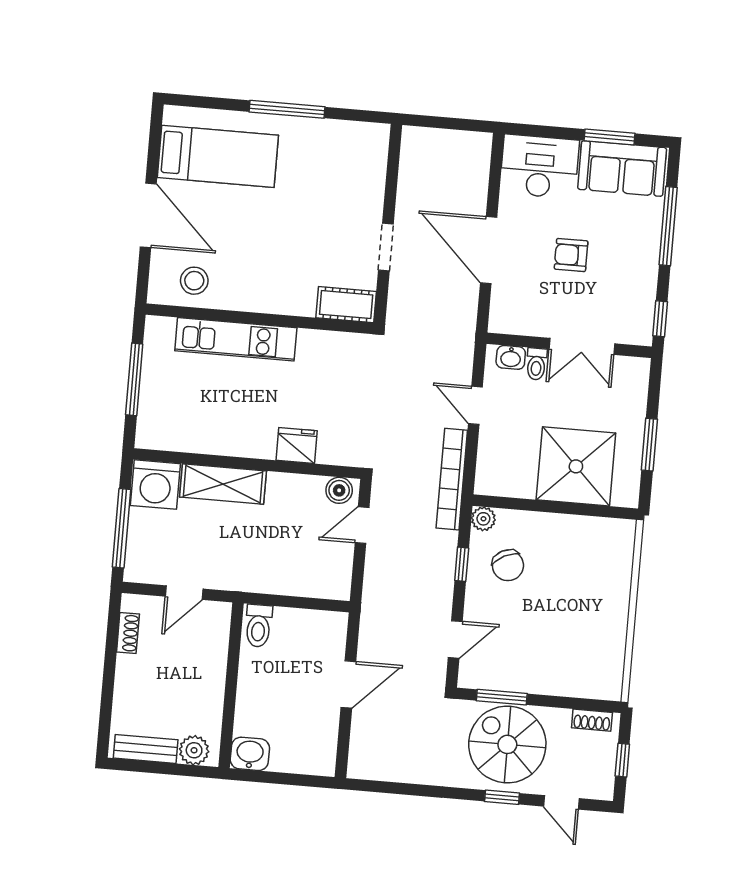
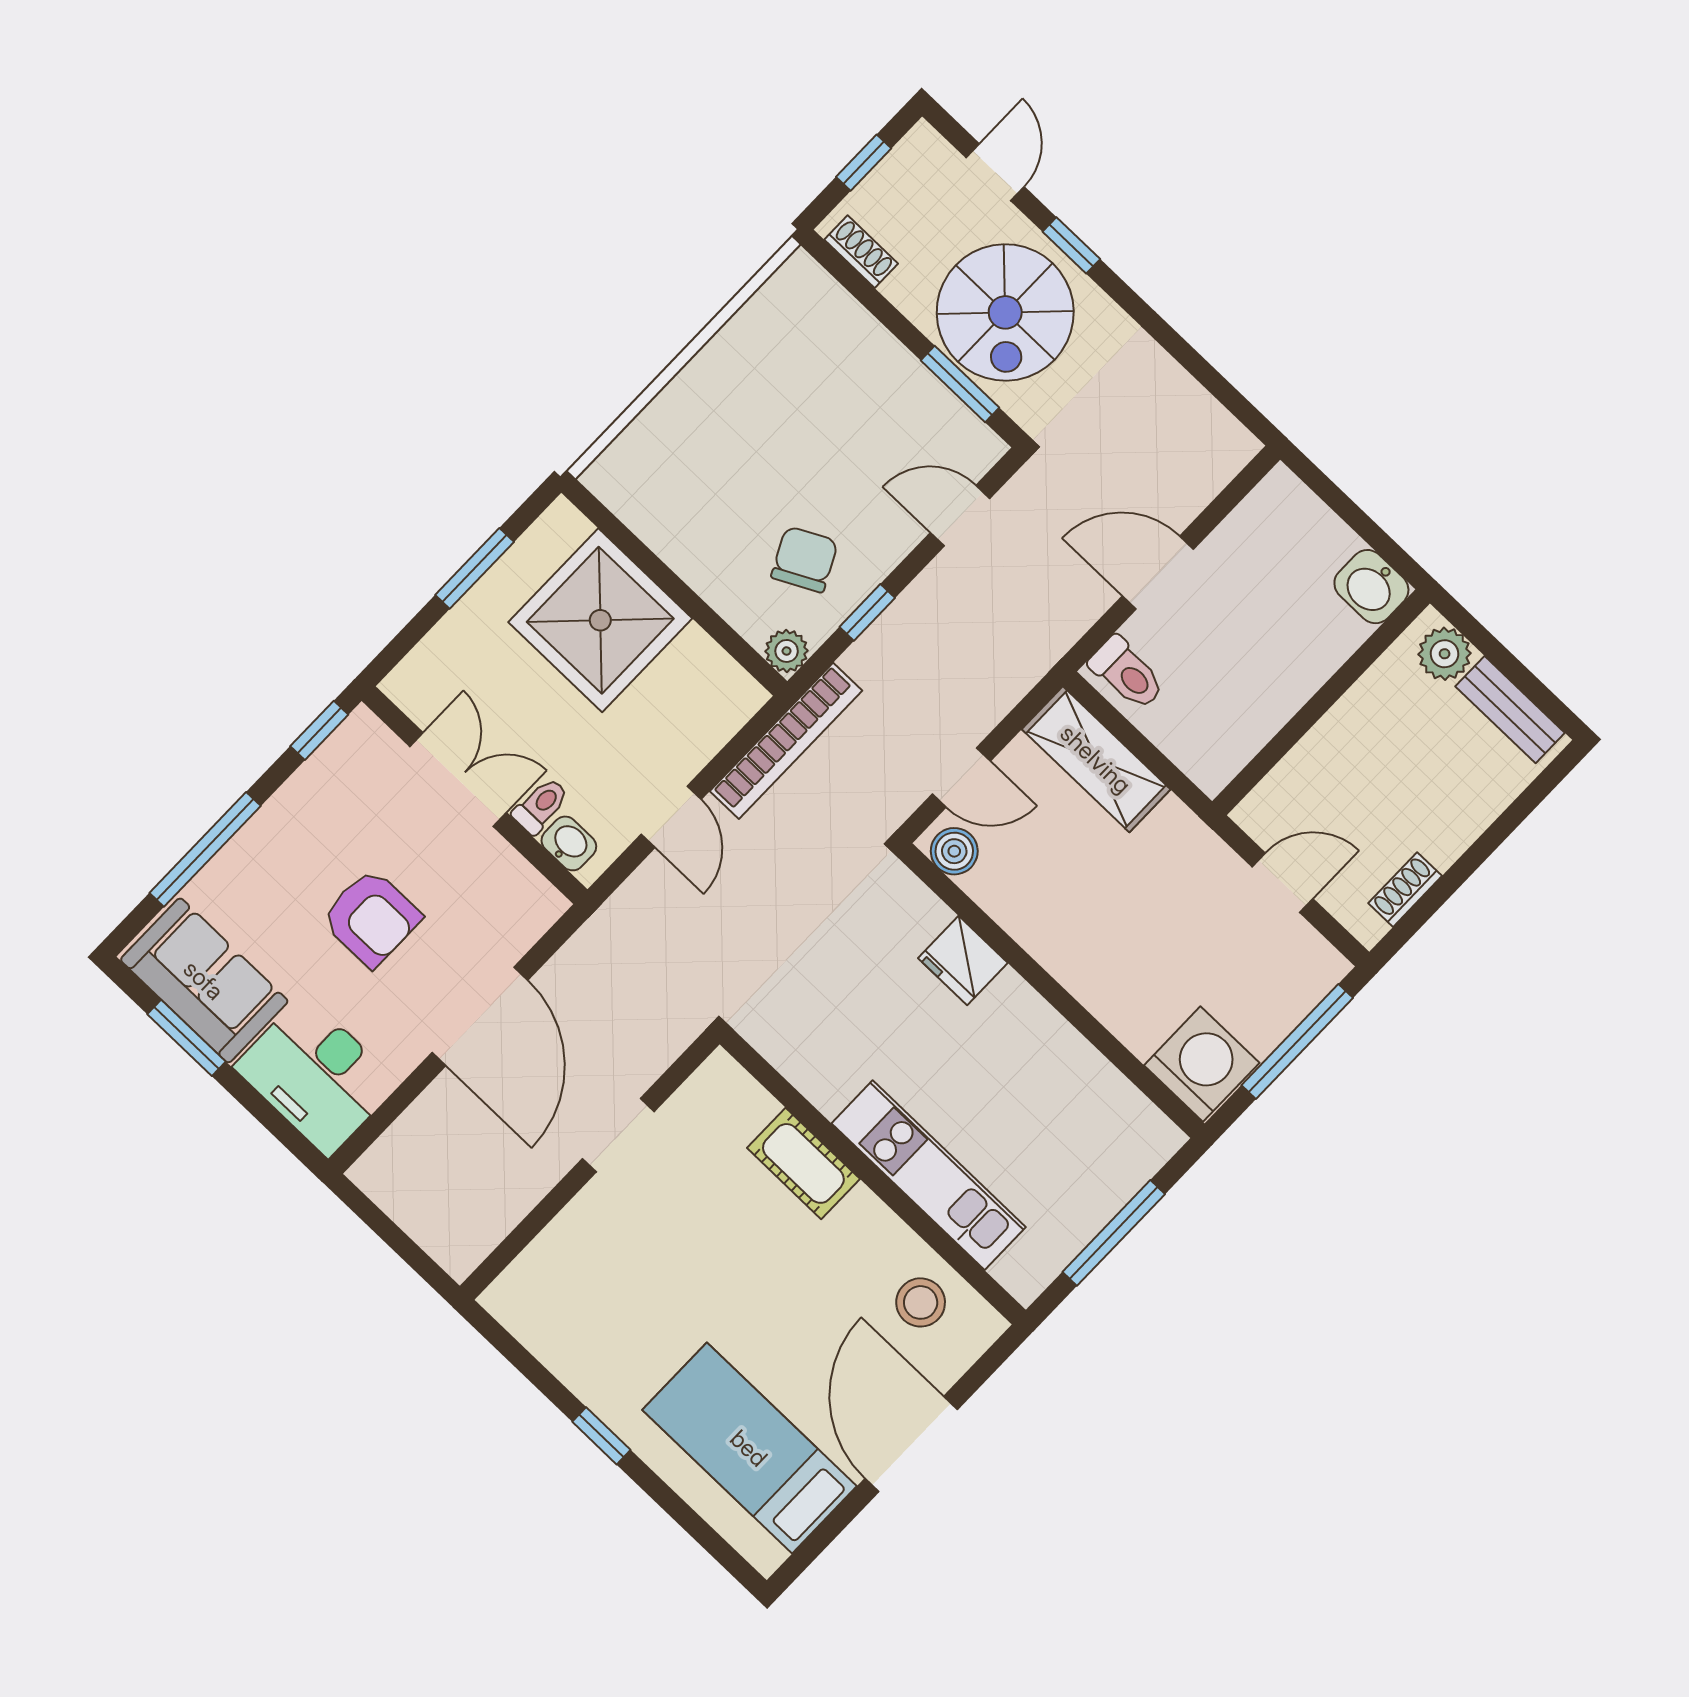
window: (287, 109) -> (601, 1436), width x0.46
armchair: (571, 255) -> (371, 918), width x1.38, depth x1.38
cot: (346, 305) -> (803, 1163), moved
shelving: (223, 484) -> (1096, 759), moved
toilet: (258, 626) -> (1127, 673), moved, turned 90

